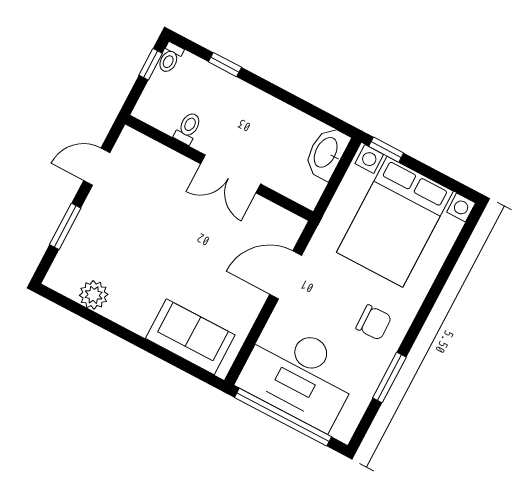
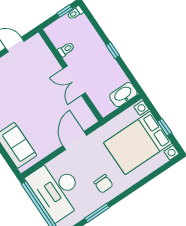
window: (225, 65) -> (113, 50), moved
window: (386, 150) -> (165, 127), moved
door: (286, 275) -> (75, 140), hinge flipped

